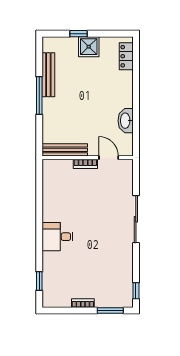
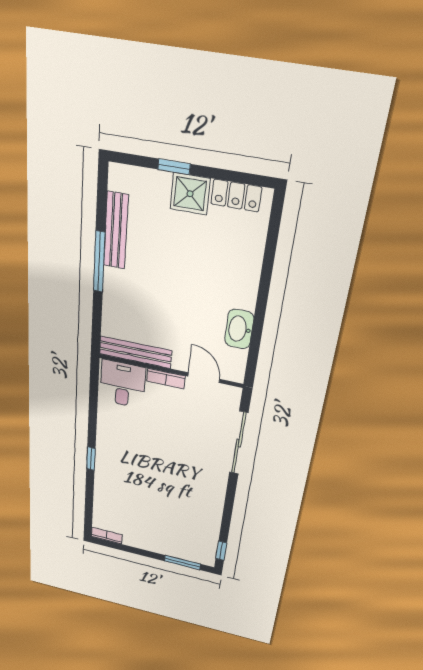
locker: (126, 56) -> (236, 195), moved, turned -90
sliding door: (136, 219) -> (239, 443), moved
desk: (58, 237) -> (123, 384), moved, turned 90
window: (39, 281) -> (91, 459), moved
bookcase: (83, 303) -> (107, 536), moved

